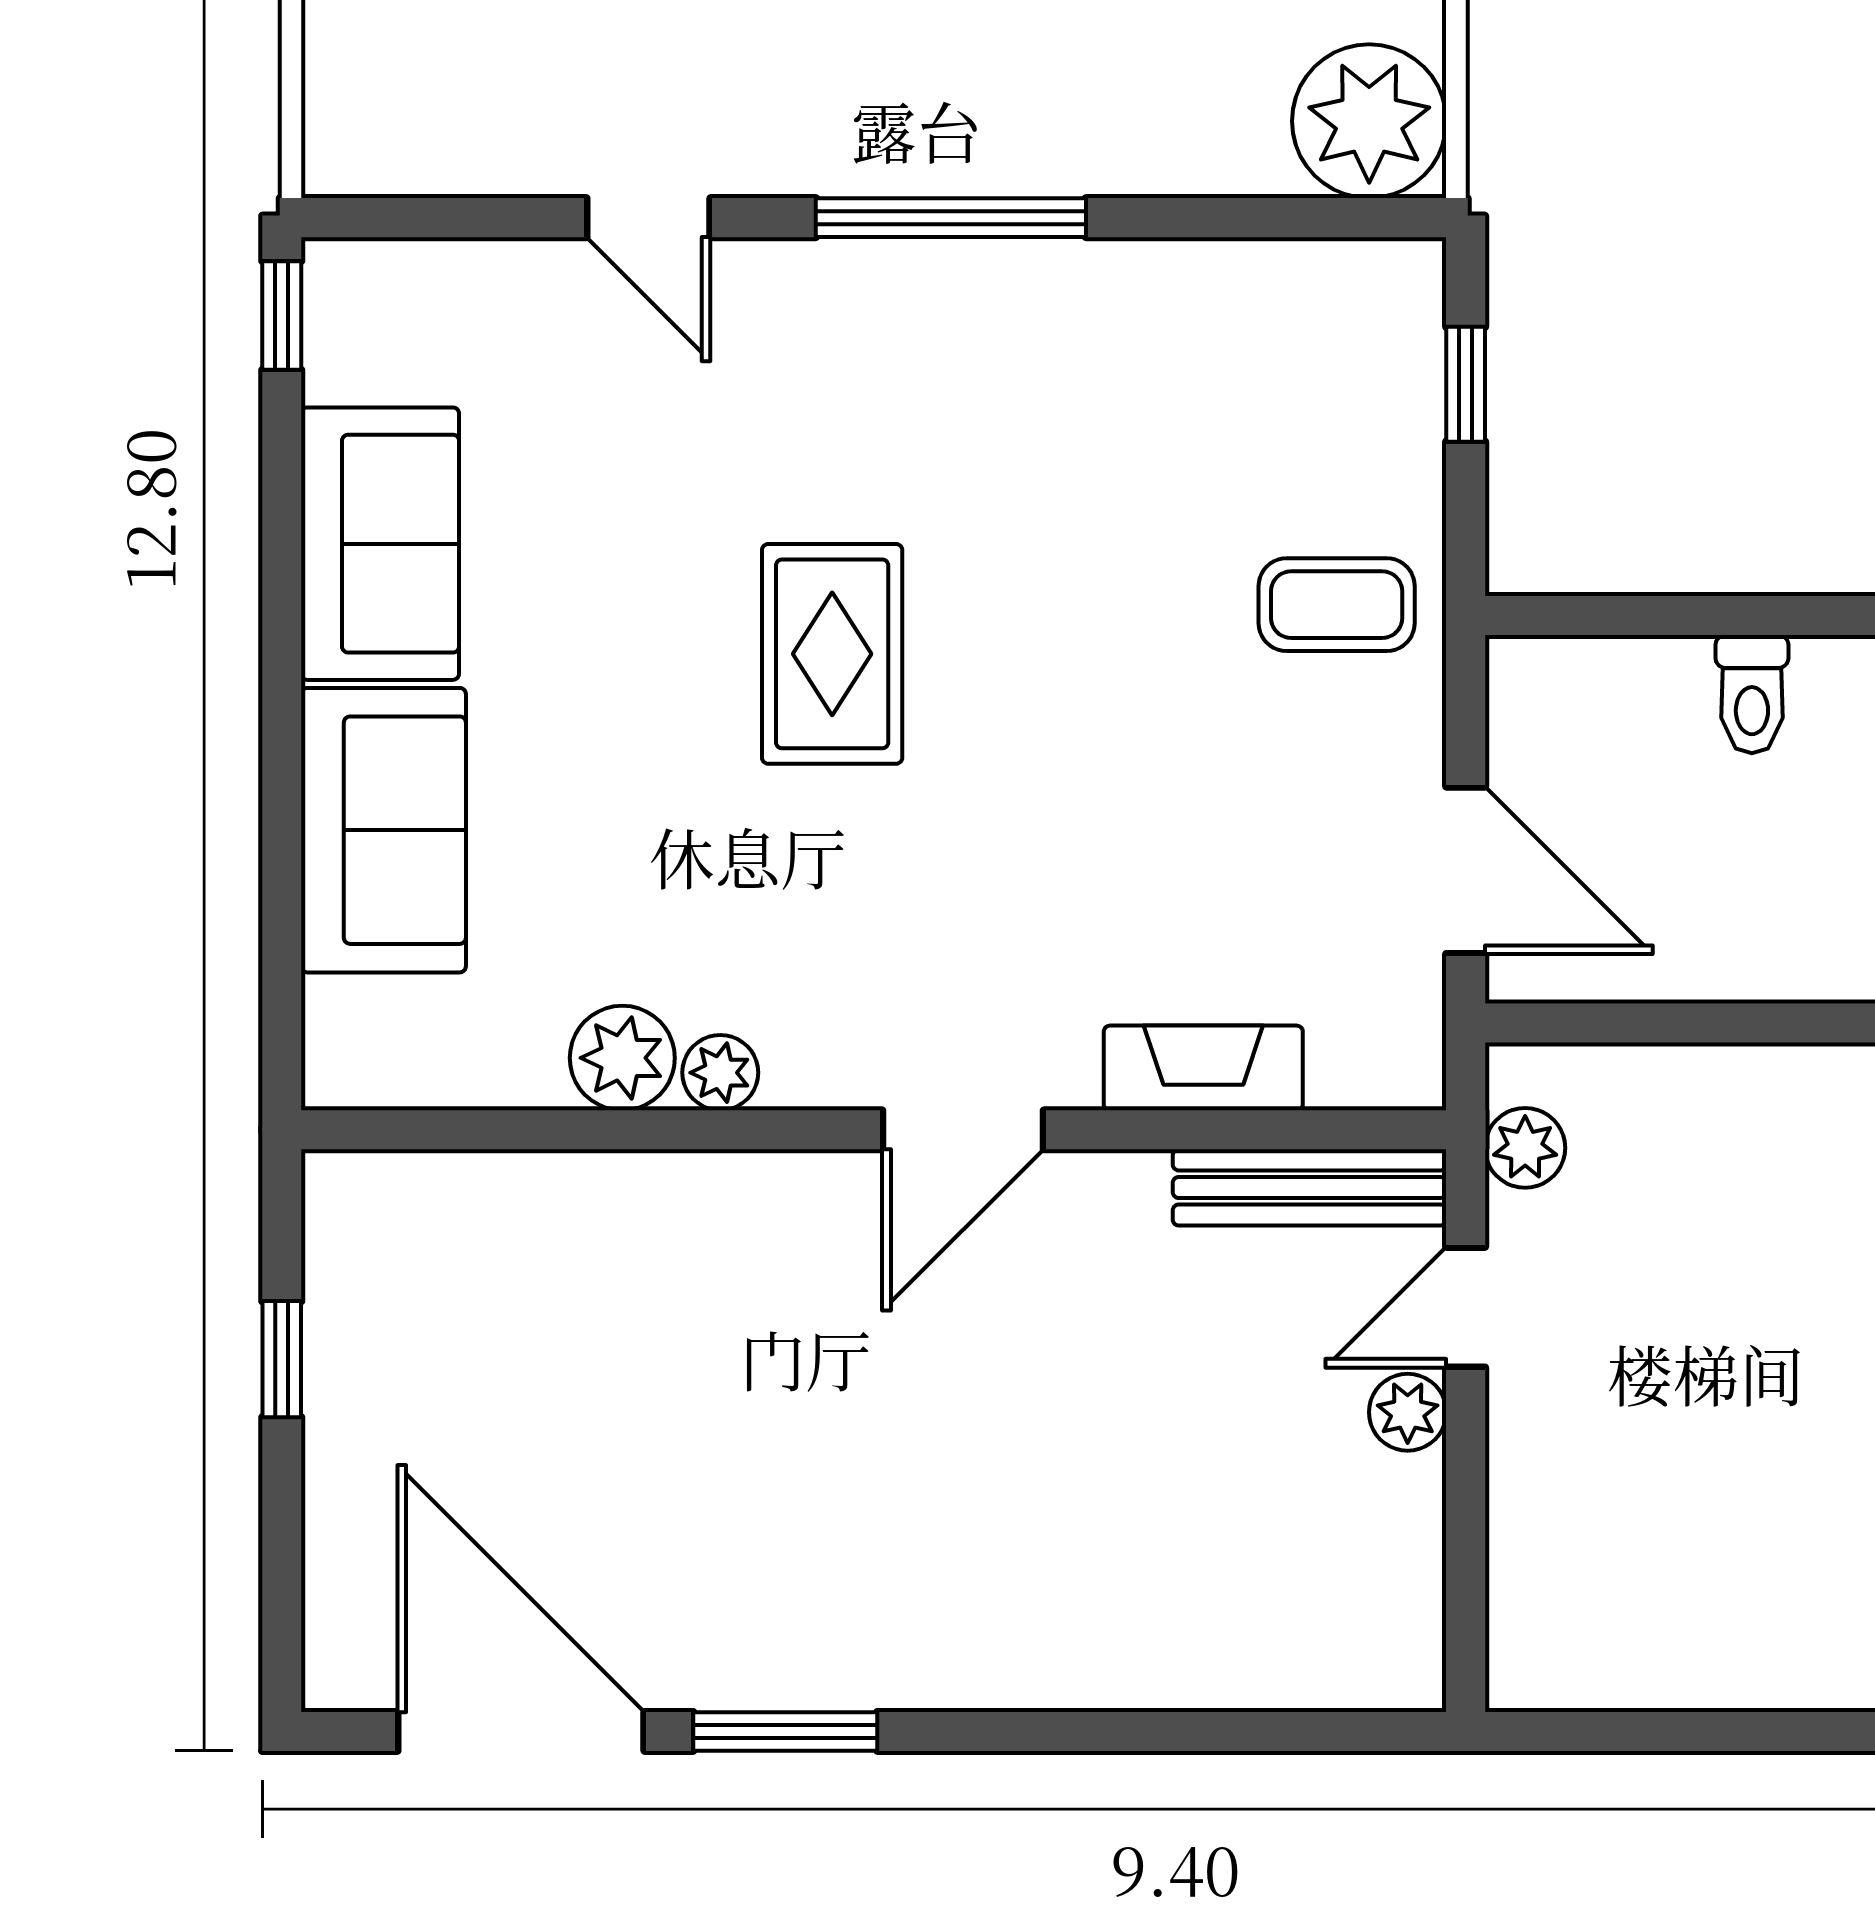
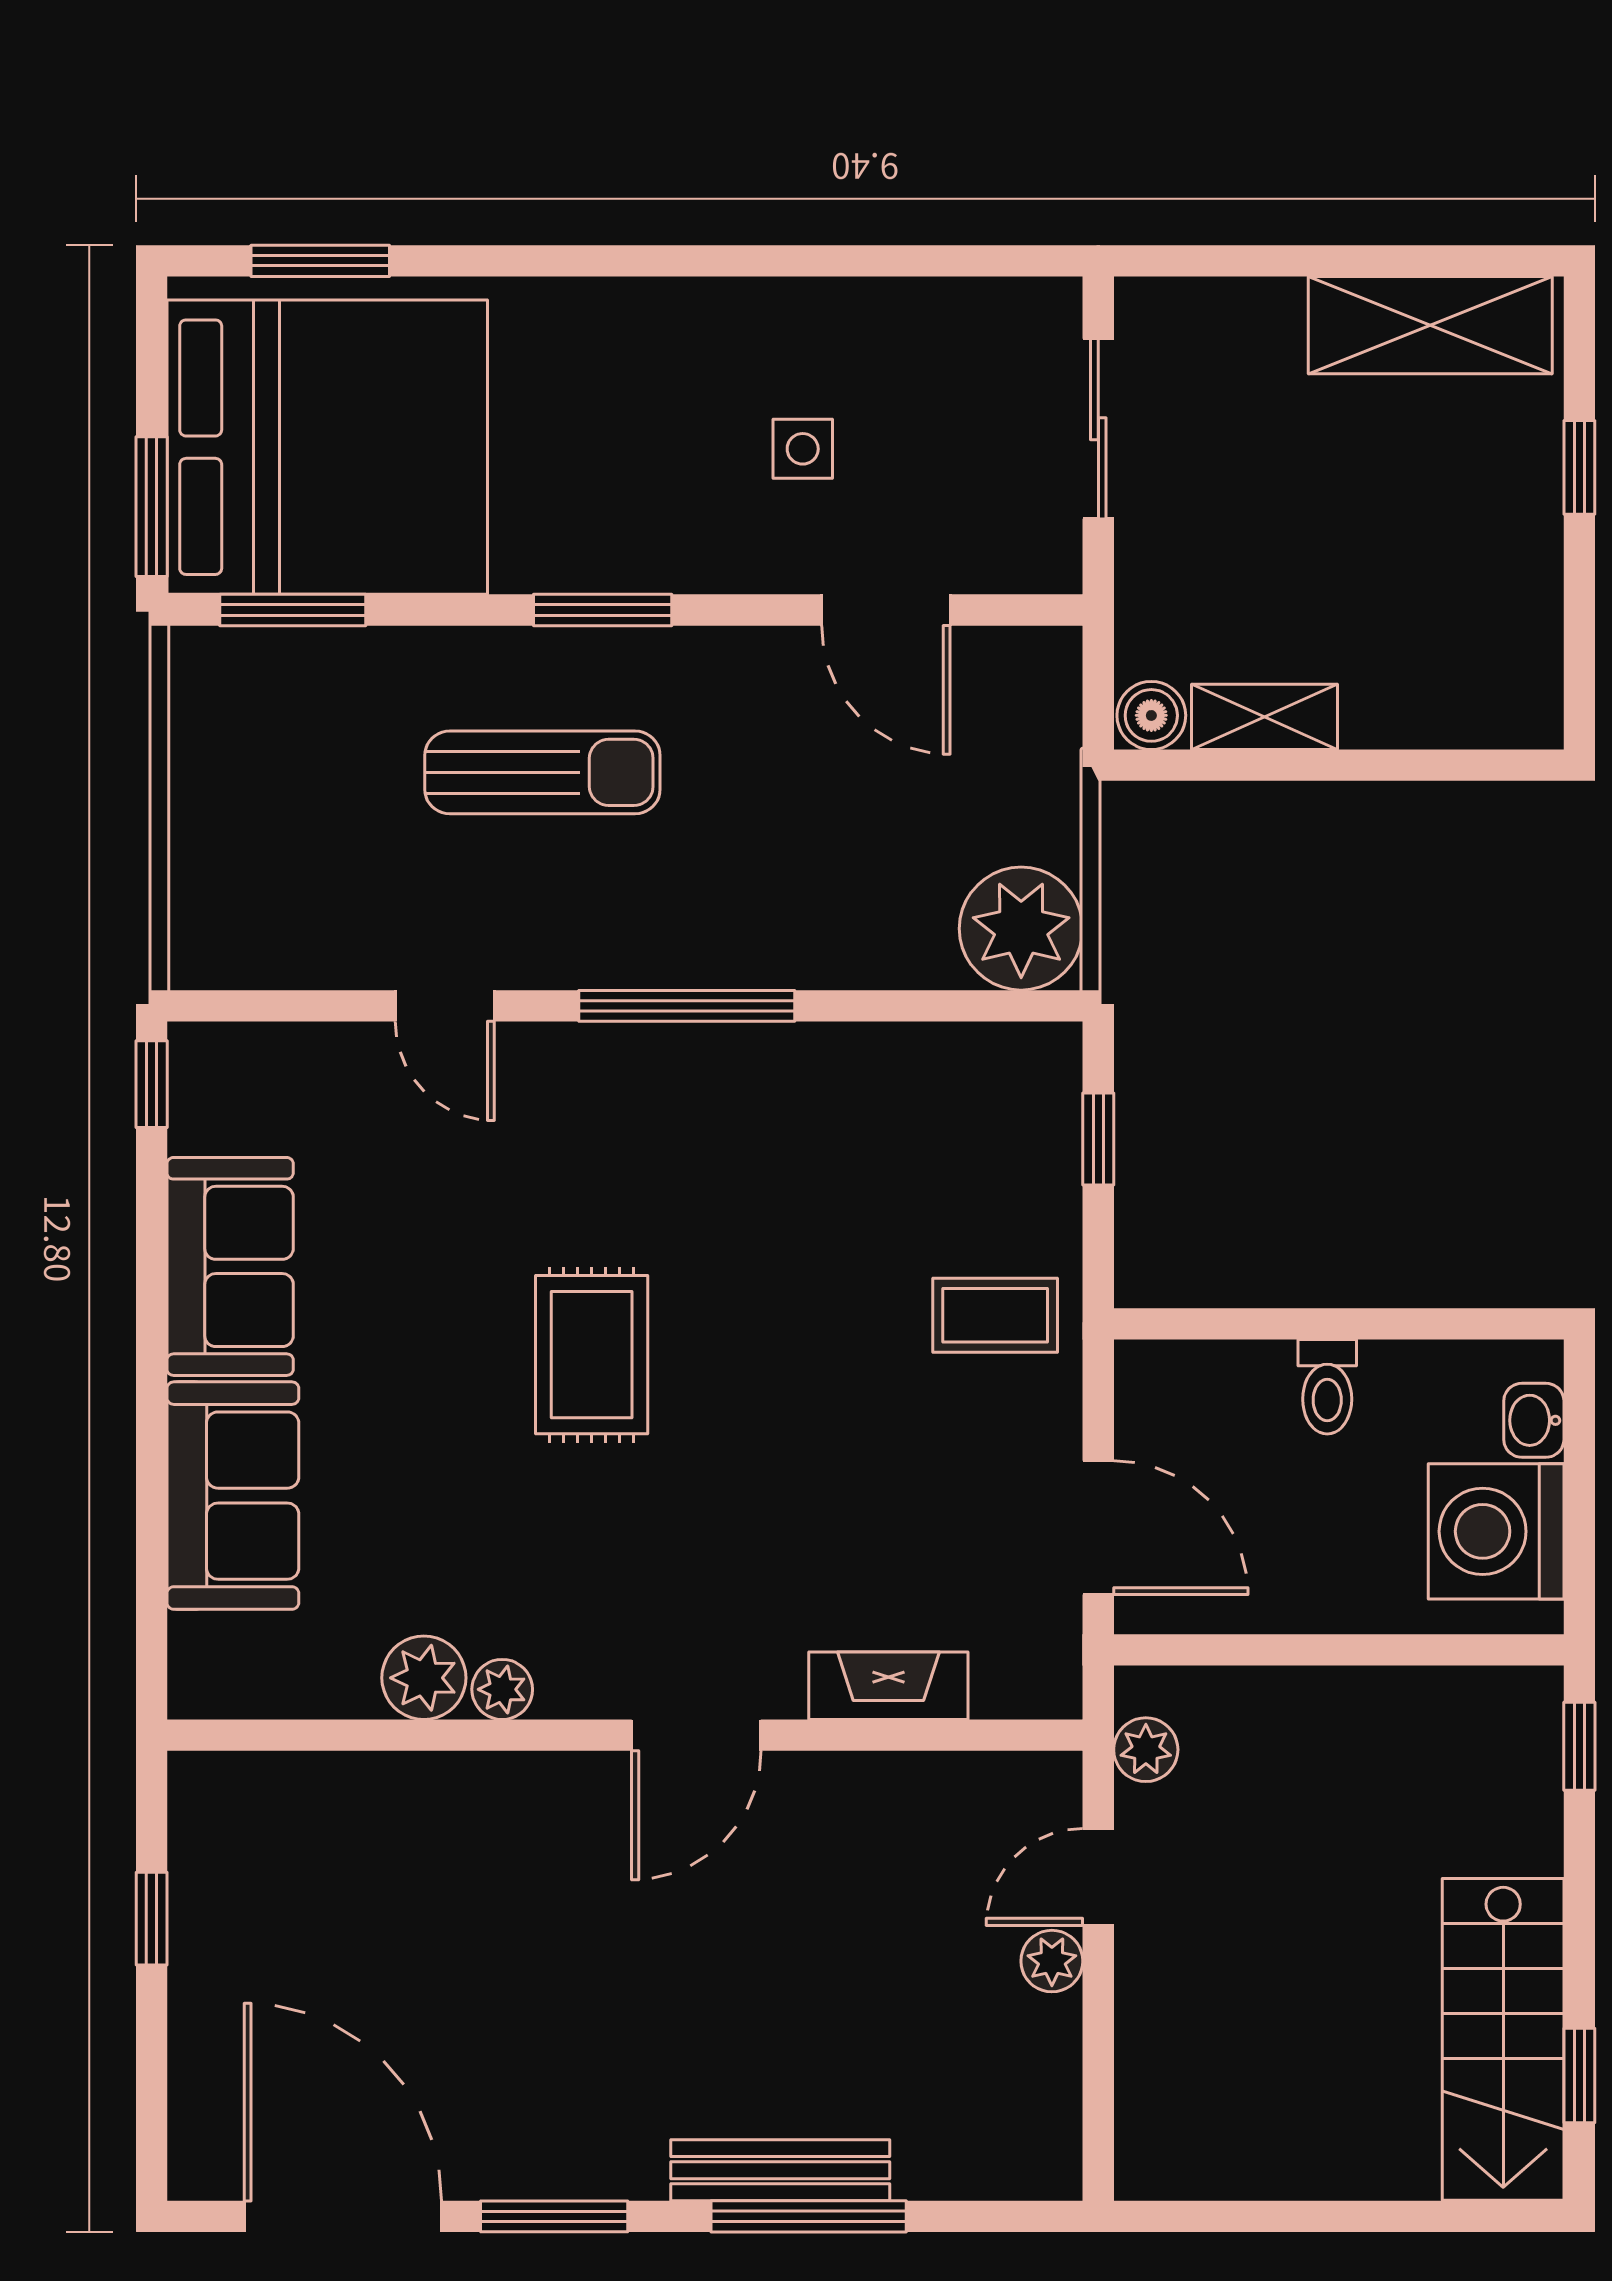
bench: (1310, 1187) -> (780, 2170), moved
window: (1103, 1731) -> (809, 2216), added

